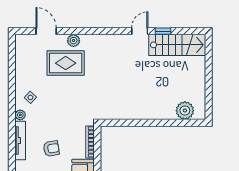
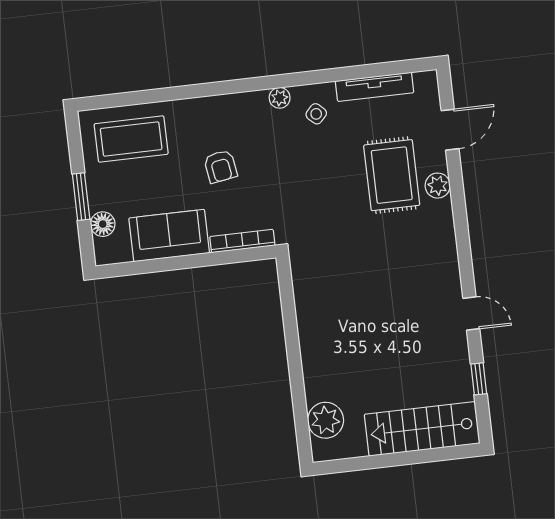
window: (163, 31) -> (479, 379), moved
stairs: (177, 45) -> (422, 429), moved, turned 90
tv unit: (20, 140) -> (375, 87), moved

